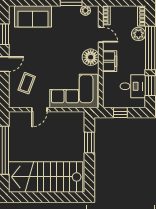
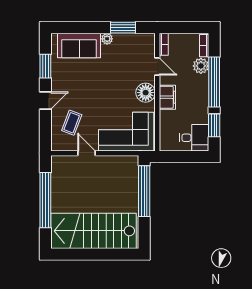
plant: (86, 11) -> (107, 39), moved
desk: (133, 86) -> (194, 138), moved
door: (39, 110) -> (87, 153), swing flipped
window: (120, 113) -> (180, 157), removed
window: (89, 142) -> (144, 191), width x2.11

